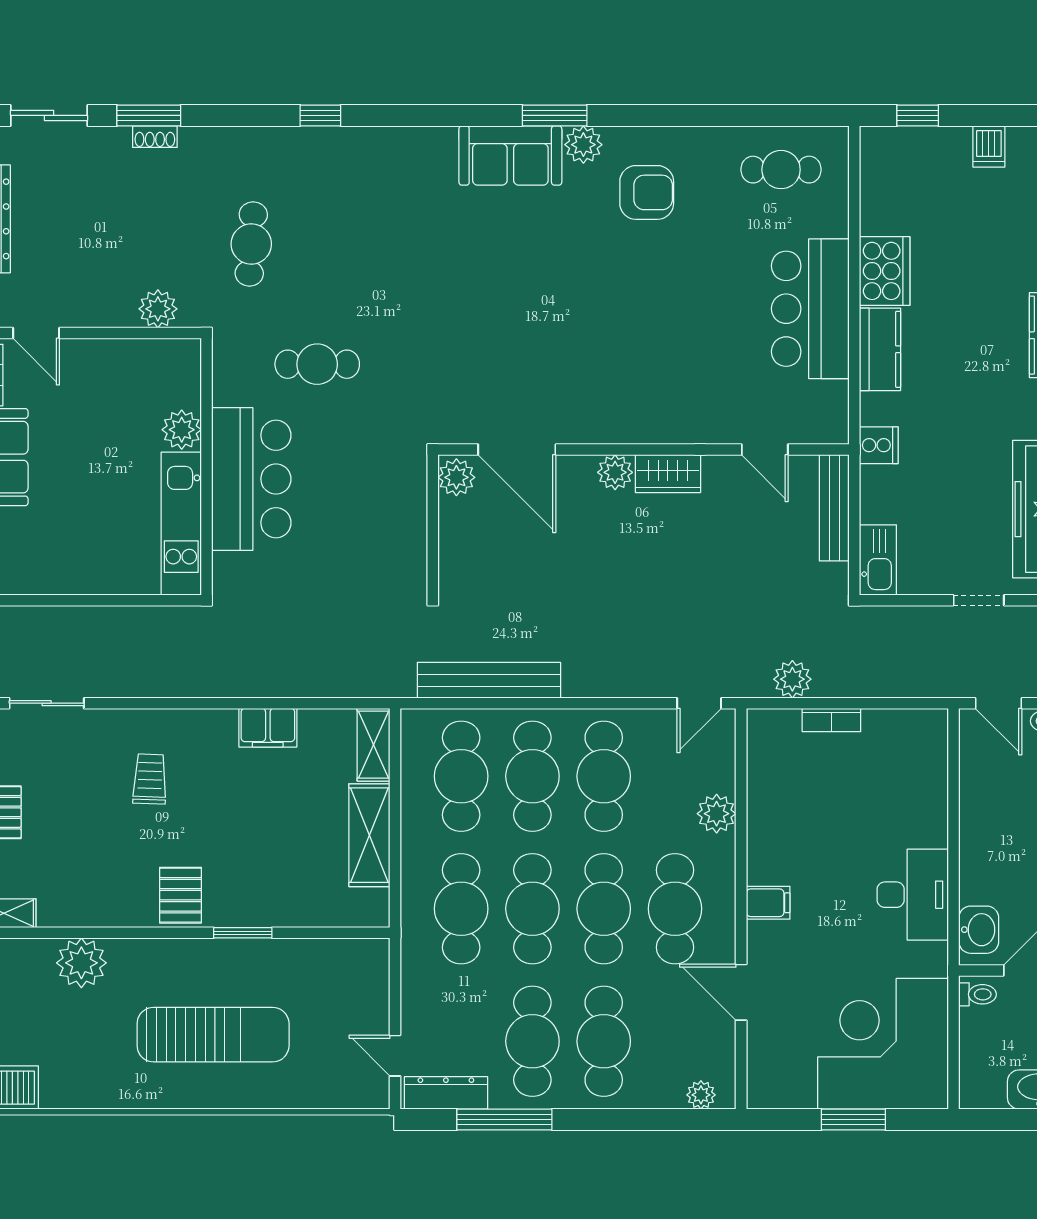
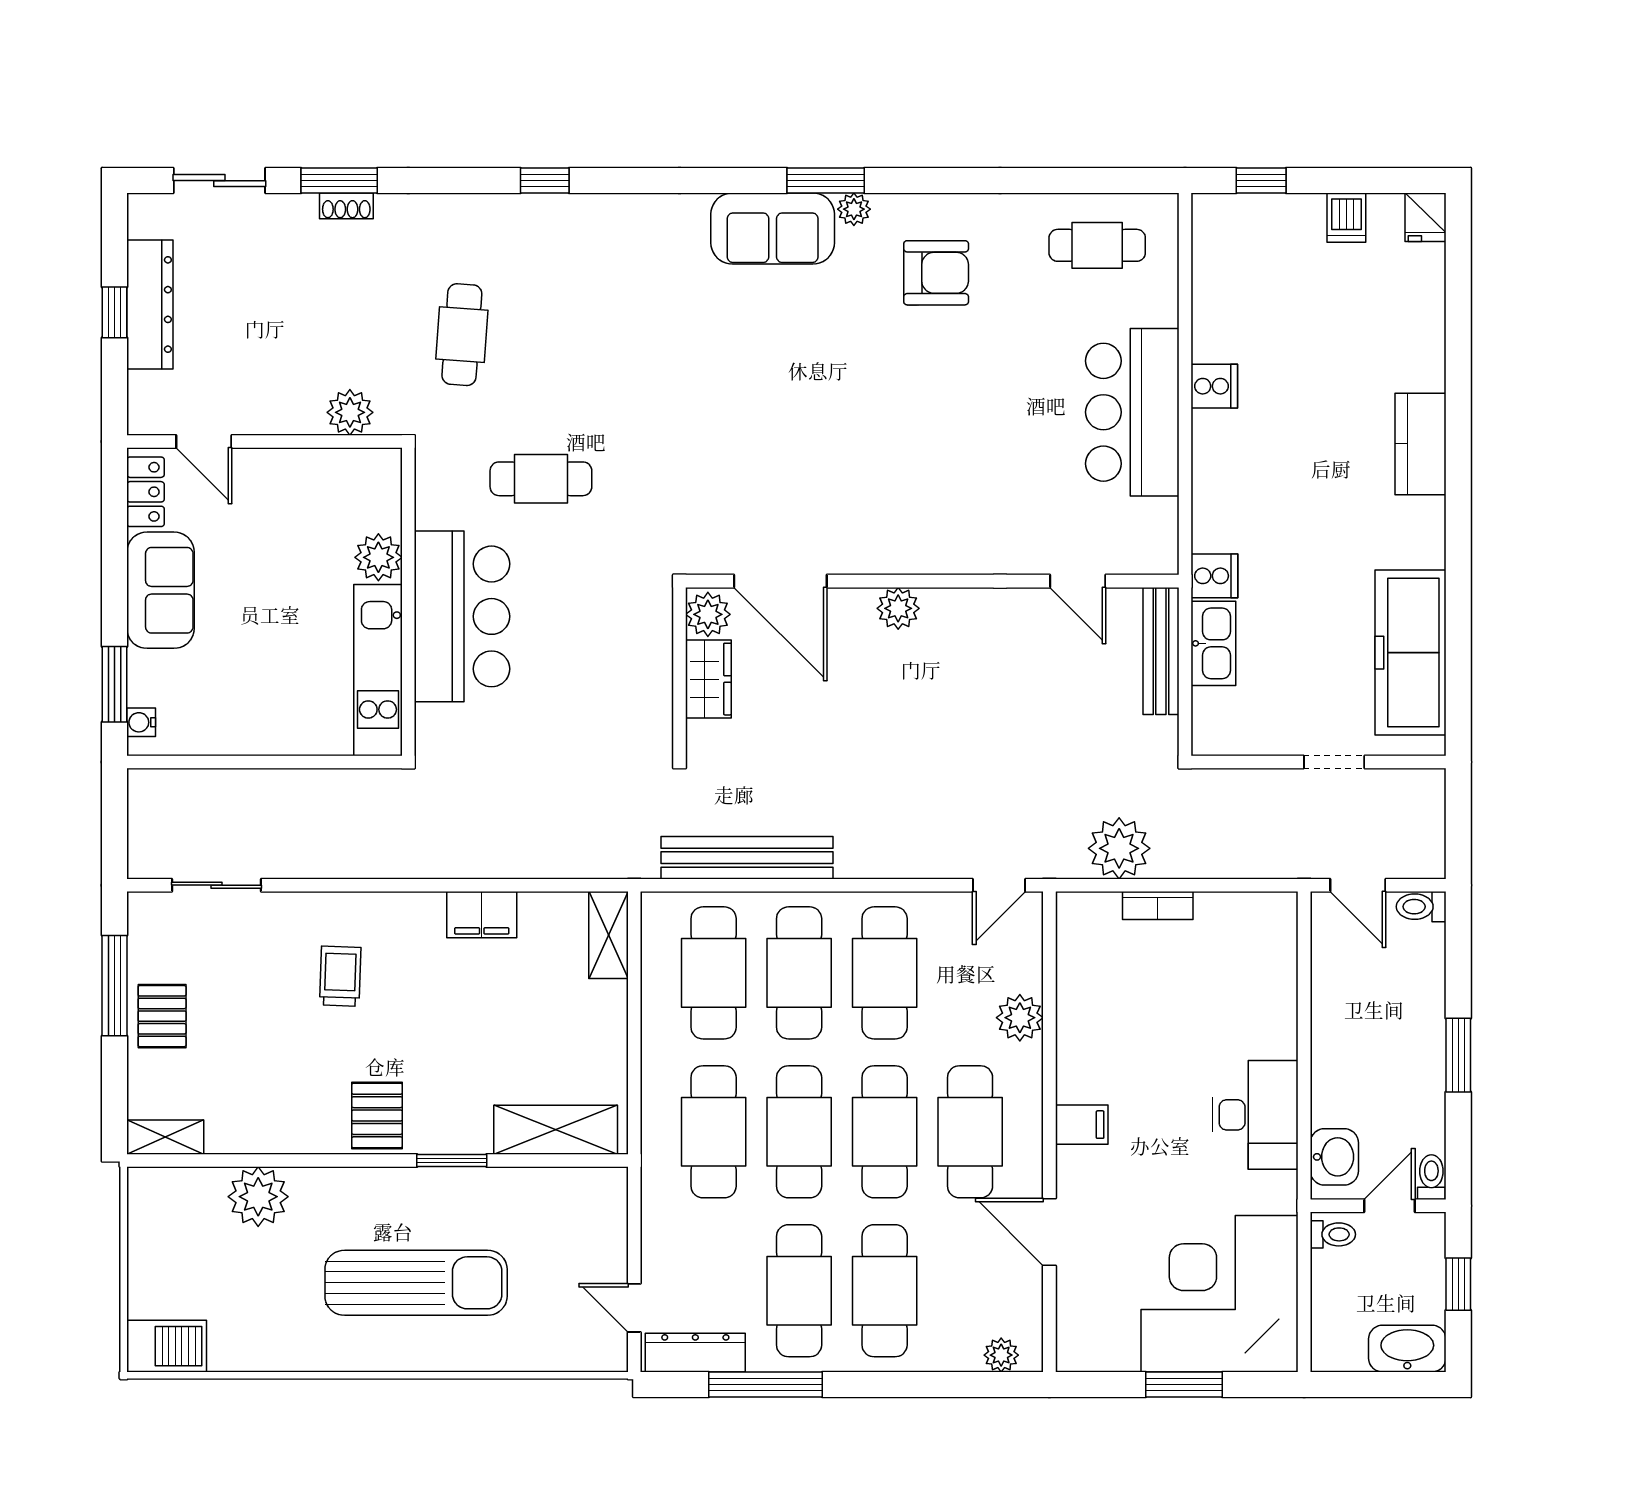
plant: (583, 145) -> (854, 209), width x0.73, depth x0.73
cooker: (885, 271) -> (1214, 386), width x0.53, depth x0.76
kitchen counter: (880, 349) -> (1216, 461), removed
wardrobe: (668, 474) -> (708, 679), moved, turned -90
kitchen sink: (878, 560) -> (1213, 643), moved
plant: (792, 679) -> (1119, 848), width x1.36, depth x1.36
shelving: (369, 835) -> (556, 1130), moved, turned 90

